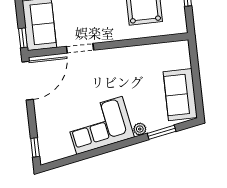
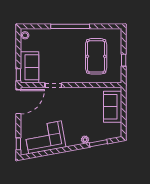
sofa: (180, 95) -> (113, 107), moved
corner sofa: (99, 125) -> (45, 137), moved

